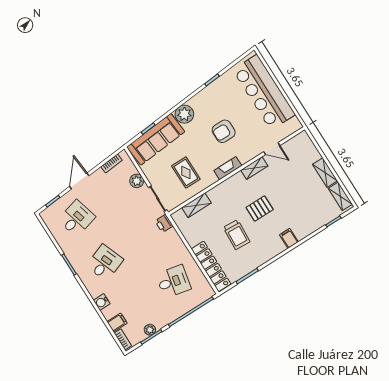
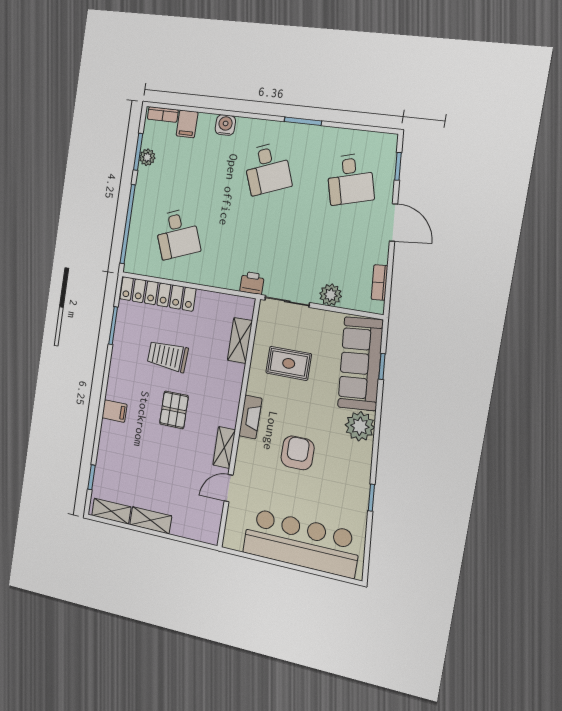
desk: (173, 281) -> (177, 234), turned -33

